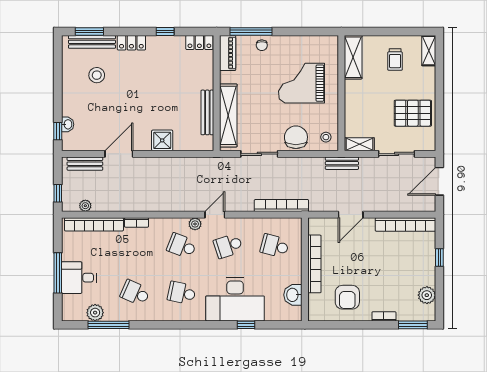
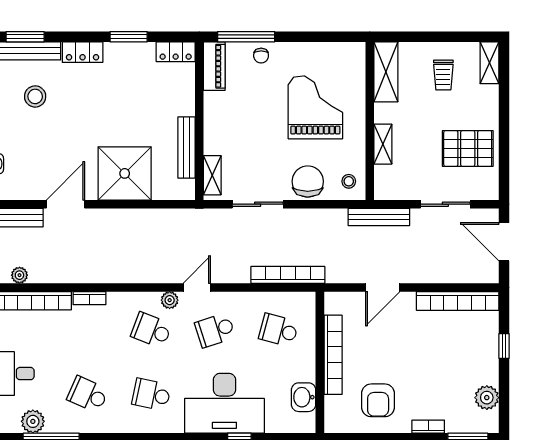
window: (165, 31) -> (129, 37), width x1.50
grand piano: (302, 83) -> (315, 107), turned 90
shelving: (228, 115) -> (212, 175), width x0.45, depth x0.75
shower: (162, 140) -> (125, 173), width x1.86, depth x1.86
shelving: (359, 144) -> (383, 144), moved, turned 90
bench: (342, 163) -> (379, 217), width x1.36
door: (439, 181) -> (504, 242), hinge flipped

